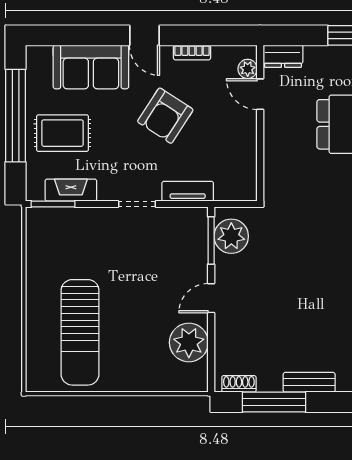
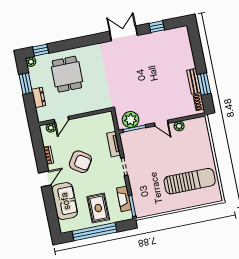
dresser: (283, 56) -> (39, 97), moved
plant: (189, 342) -> (179, 126), width x0.53, depth x0.53
bench: (309, 382) -> (194, 81), moved
window: (274, 402) -> (204, 84), width x0.69

